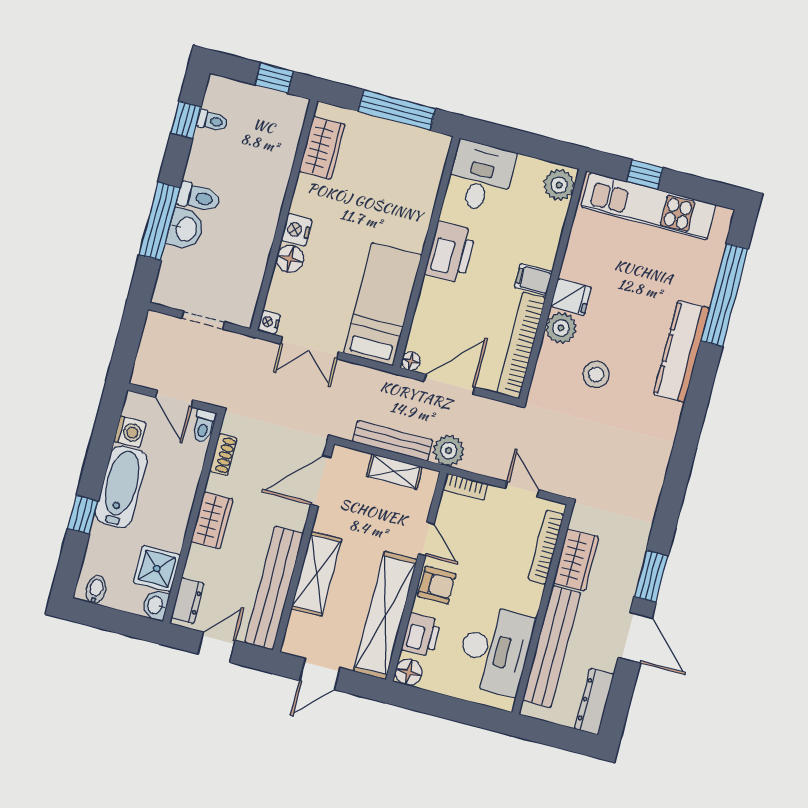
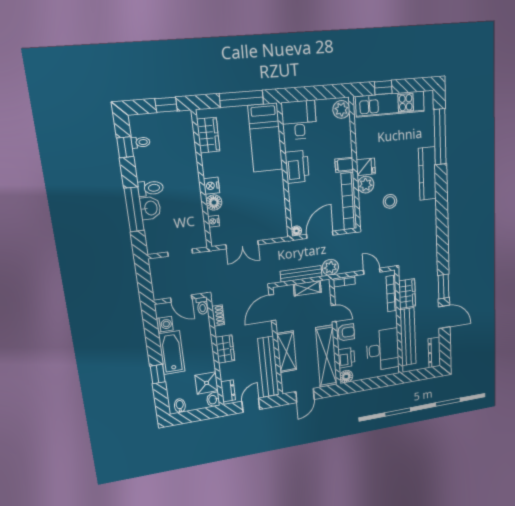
bed: (383, 304) -> (265, 138), moved, turned 180
nightstand: (269, 322) -> (214, 221), moved

